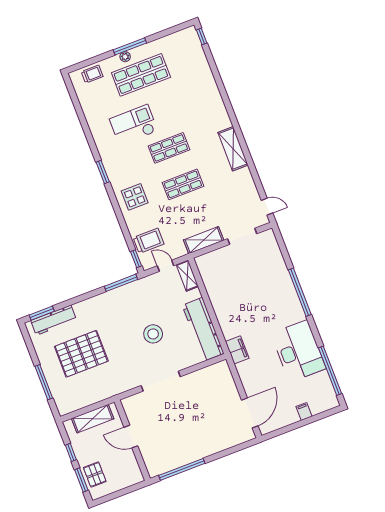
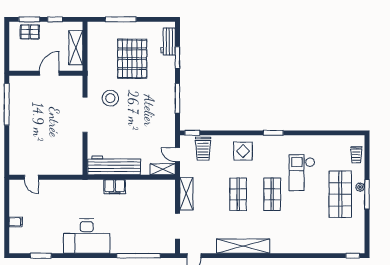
checkout: (134, 125) -> (302, 173), turned 180
shelving: (233, 149) -> (243, 246), width x1.47
door: (166, 266) -> (177, 155), swing flipped
window: (121, 283) -> (177, 98), moved
window: (300, 292) -> (139, 256), moved
window: (42, 313) -> (177, 58), moved
workbench: (54, 320) -> (168, 41), width x0.73
stool: (153, 334) -> (110, 98), moved
filing cabinet: (237, 350) -> (115, 187), moved
desk: (298, 351) -> (87, 236), moved
window: (330, 371) -> (41, 256), width x0.47
door: (250, 413) -> (31, 177), width x0.53

